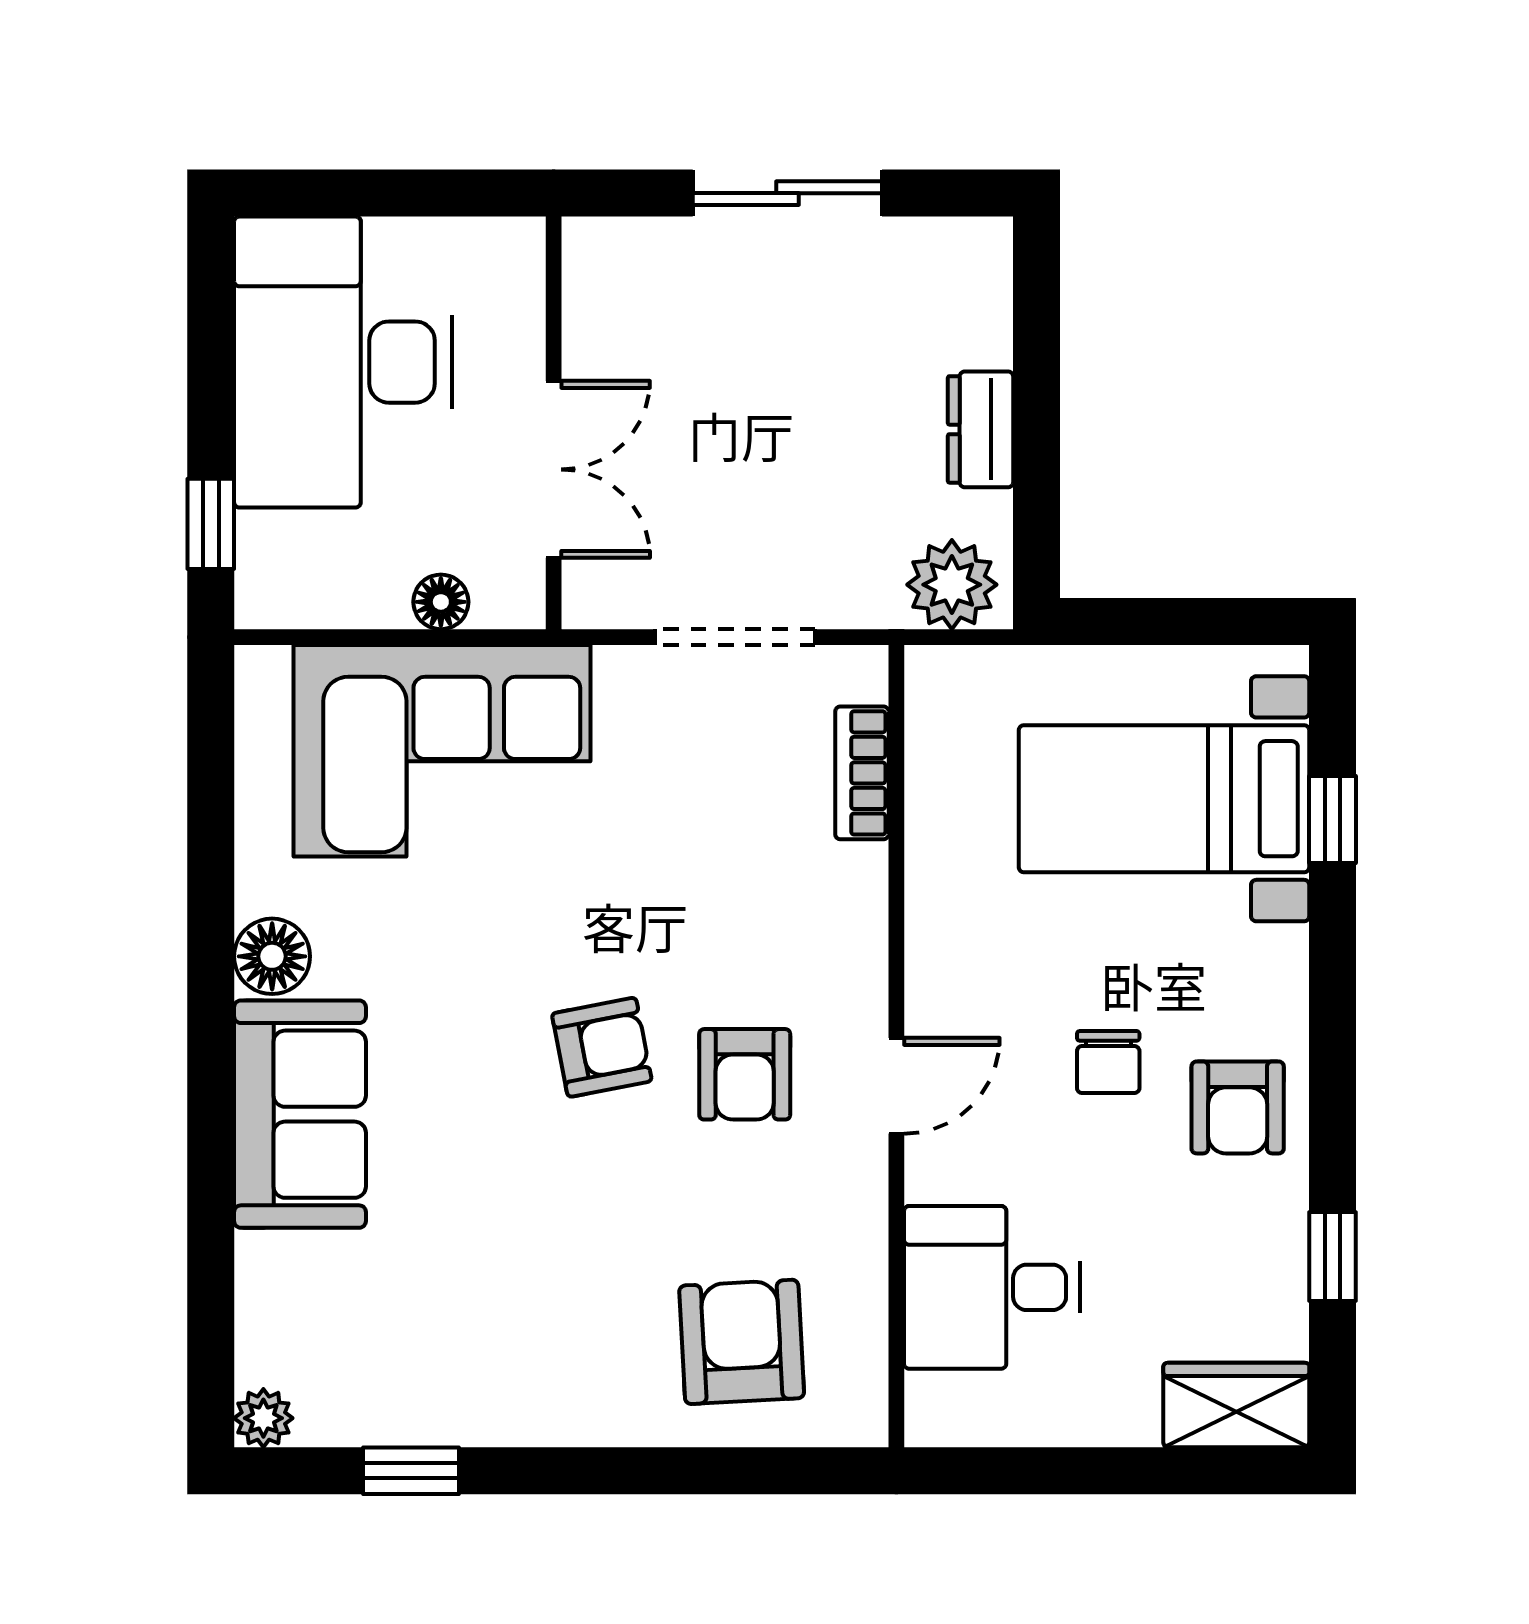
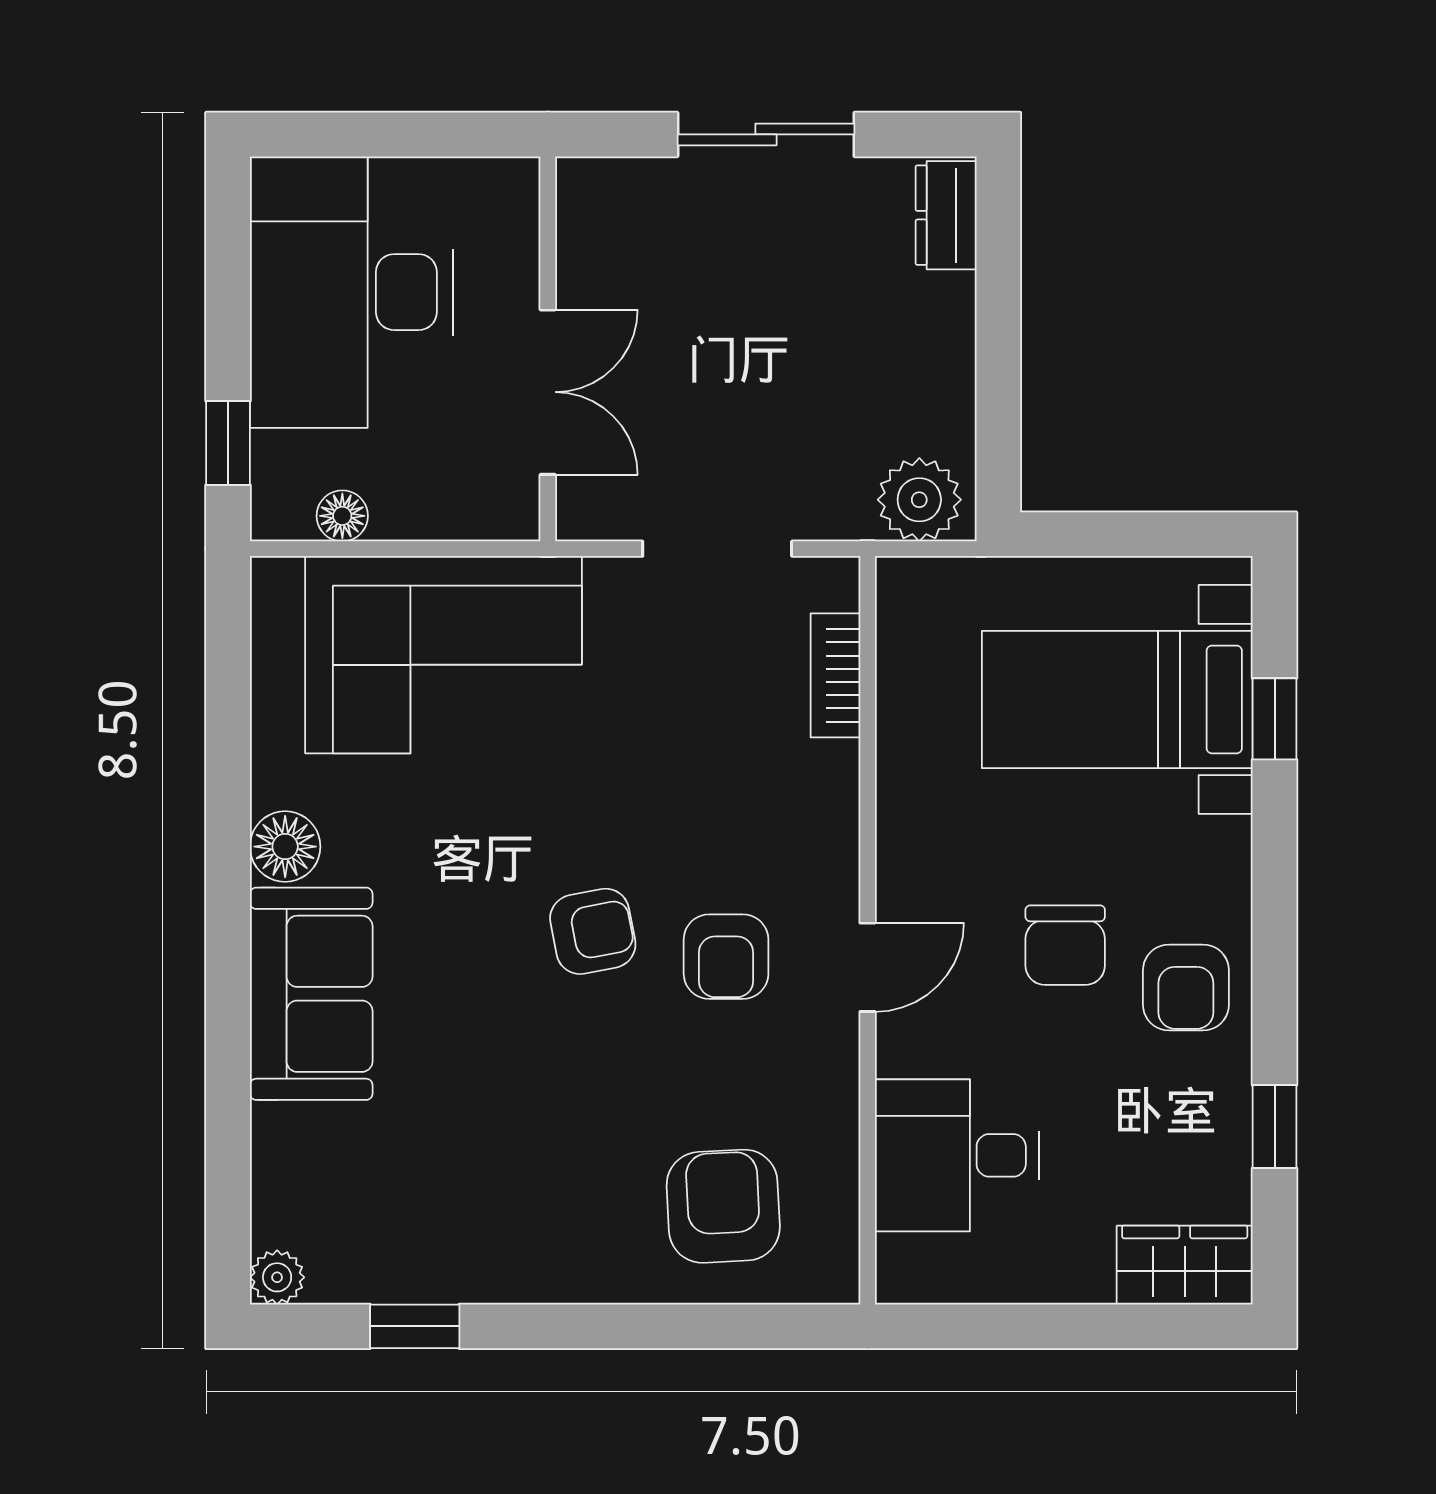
dresser: (981, 429) -> (946, 215), moved
floor lamp: (441, 602) -> (342, 516), moved
chair: (1108, 1062) -> (1065, 945), width x1.37, depth x1.37

